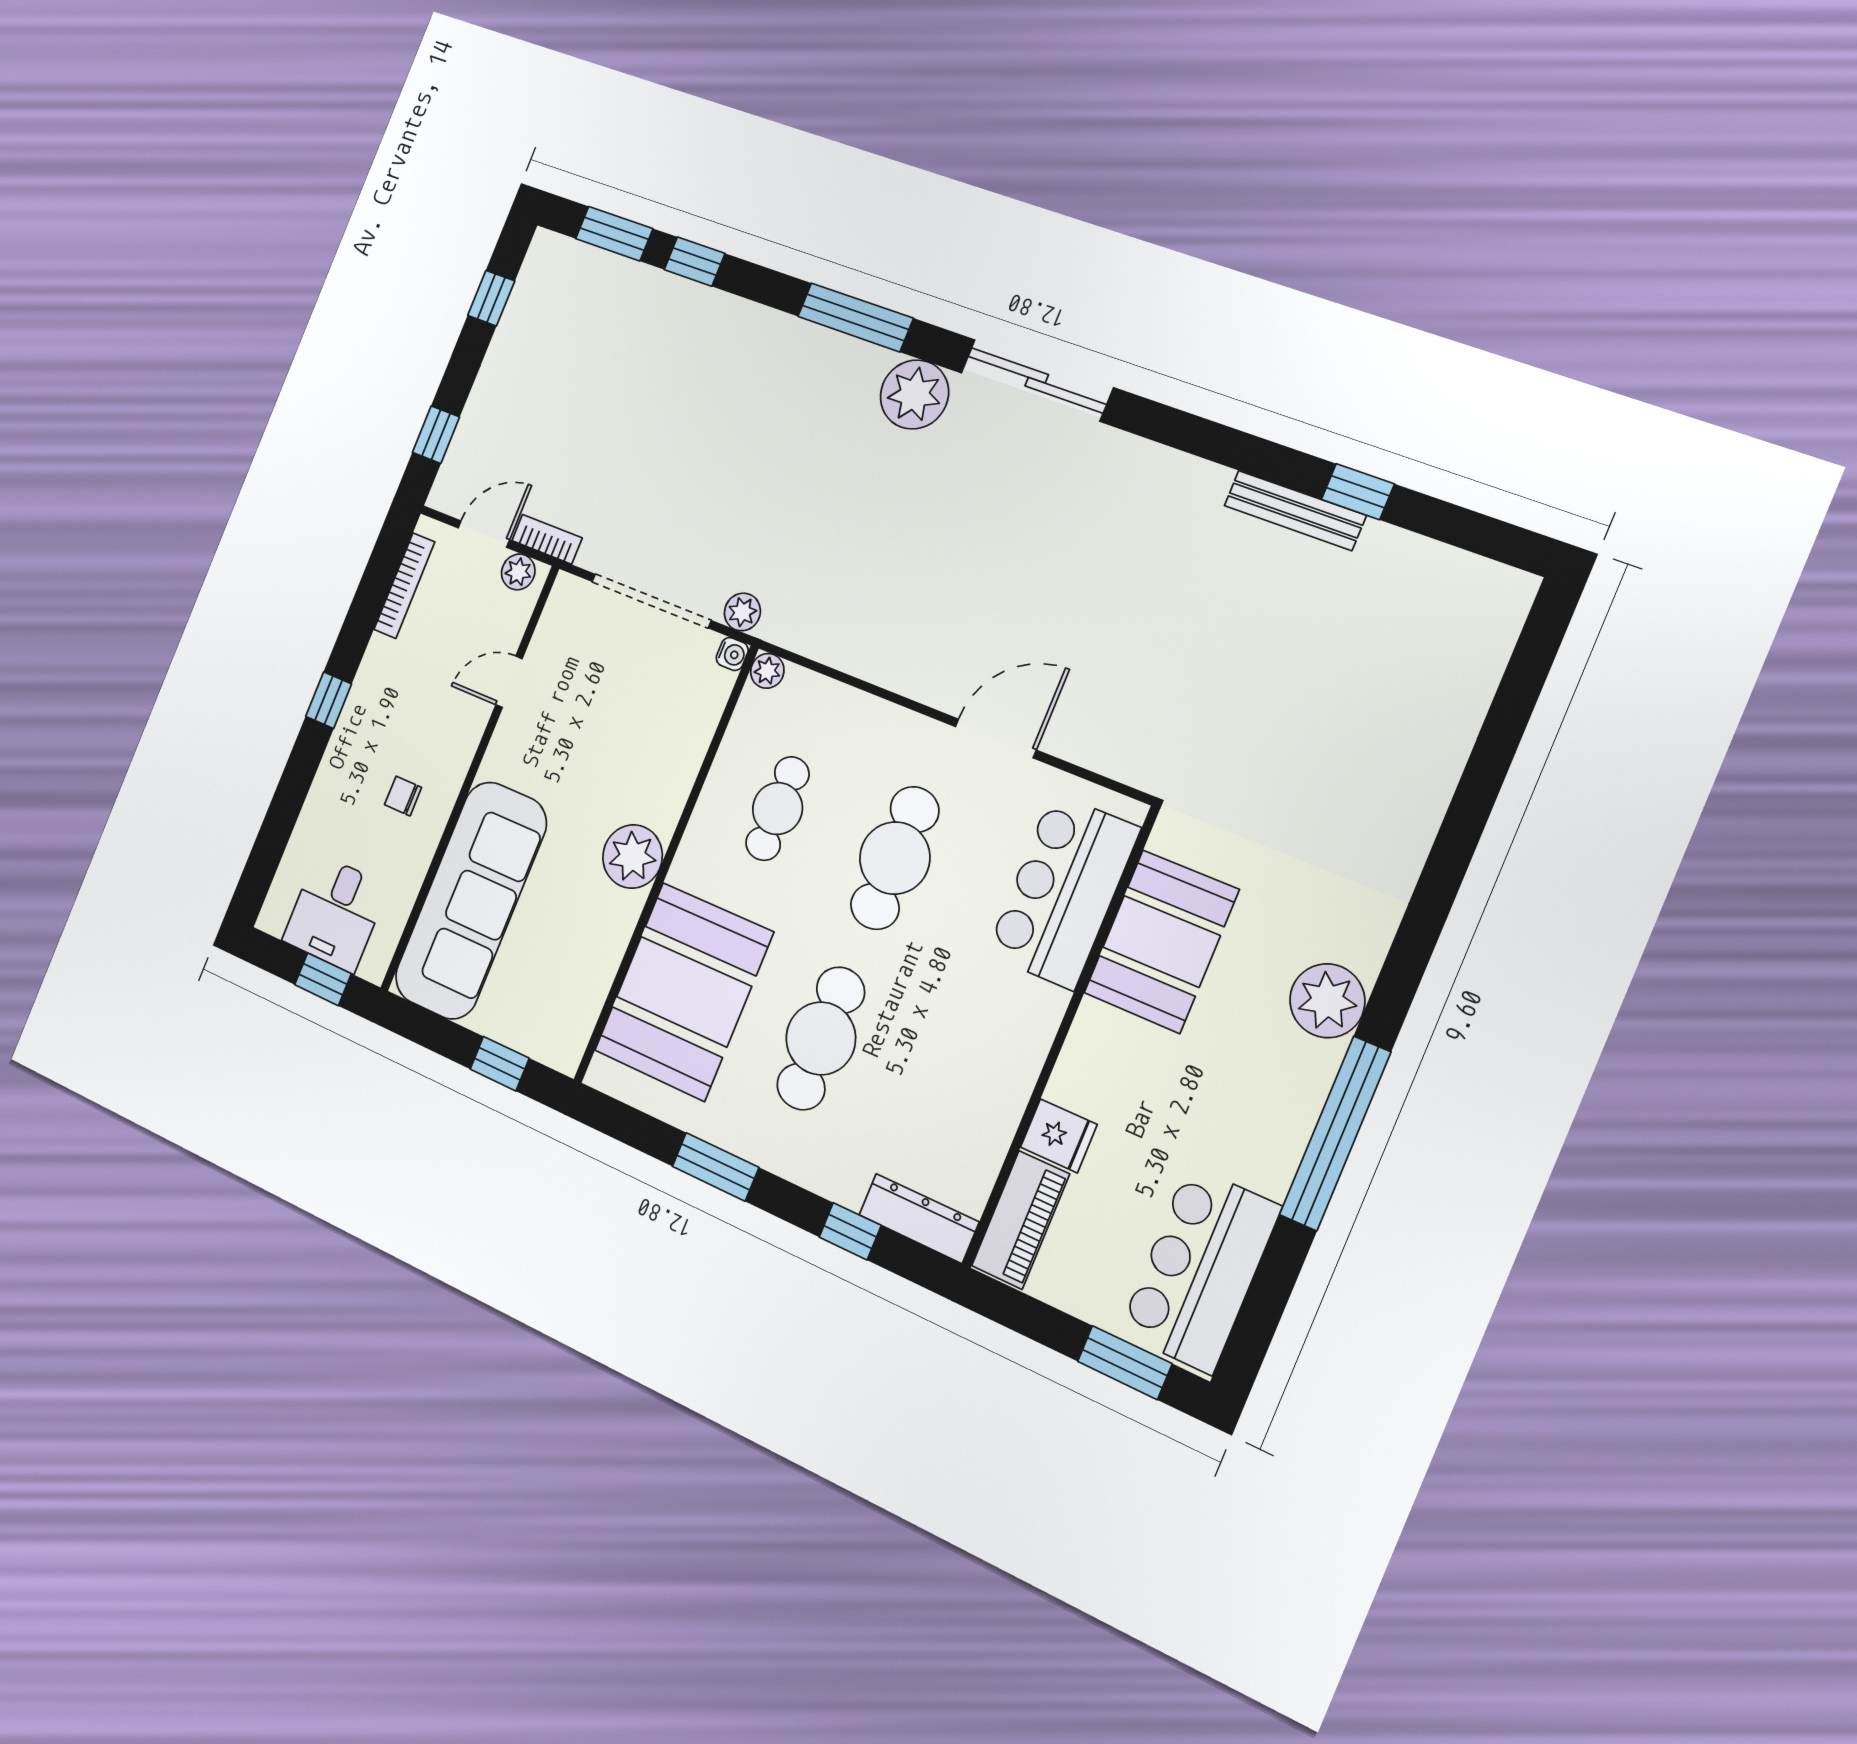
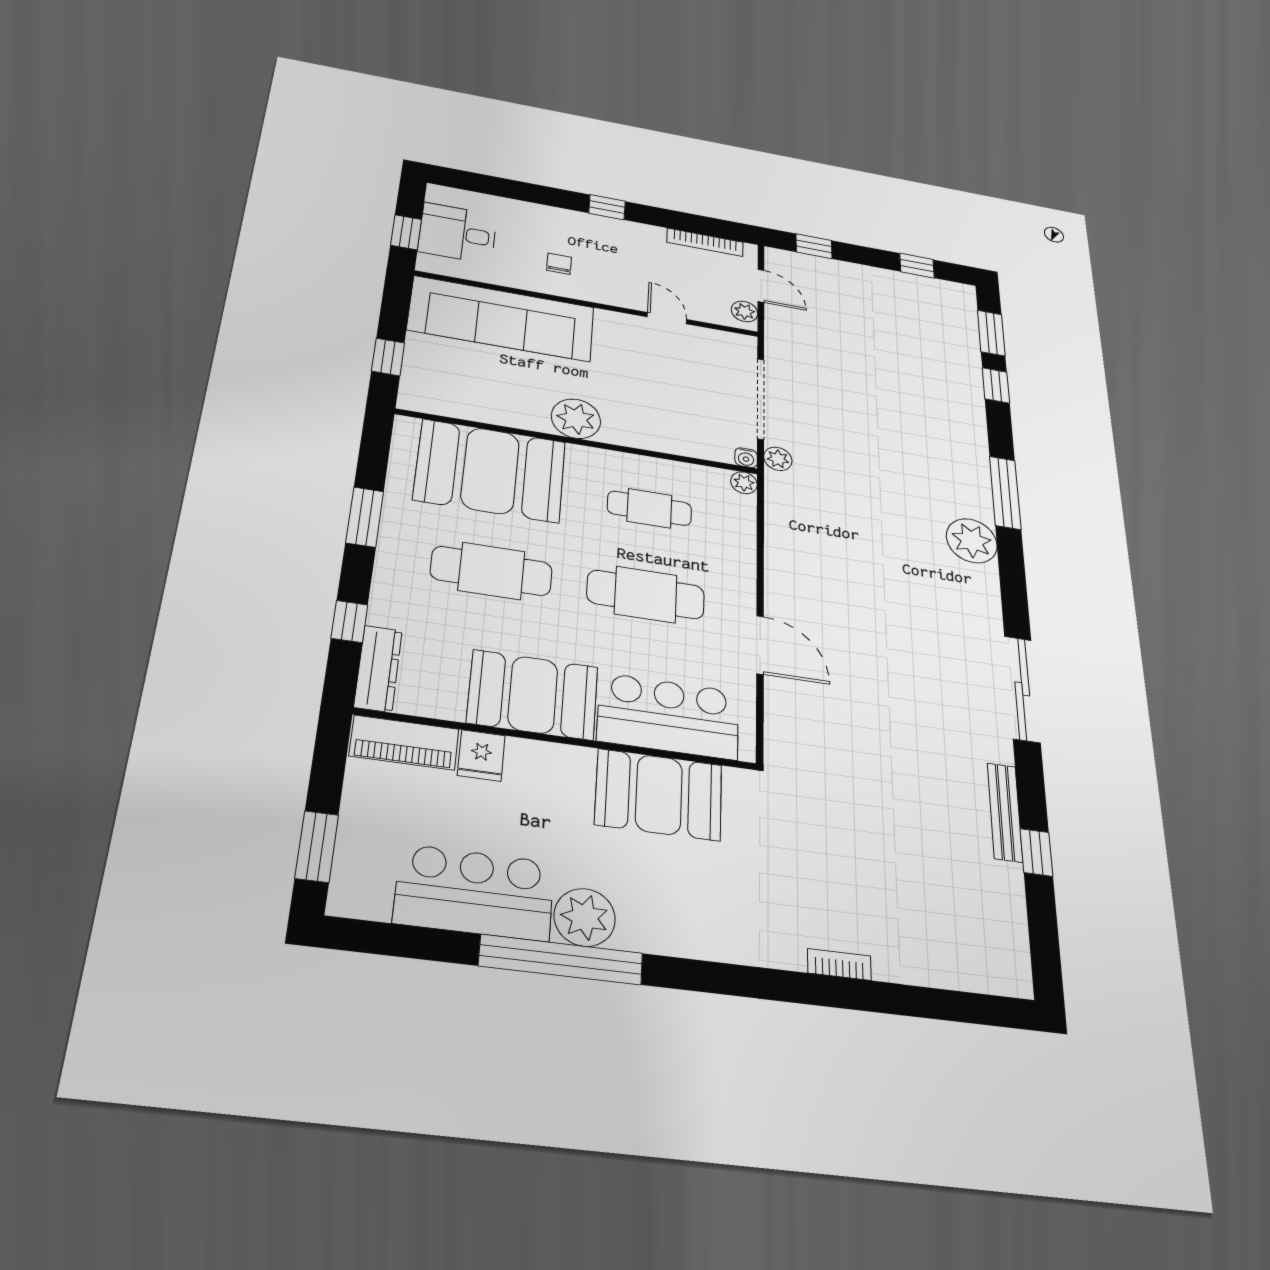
sliding door: (1037, 380) -> (1022, 689), moved
bookcase: (547, 539) -> (839, 964), moved, turned -90
plant: (1327, 1001) -> (585, 917), moved
booth: (996, 1047) -> (533, 695), added
bar counter: (1200, 1269) -> (475, 892), moved

